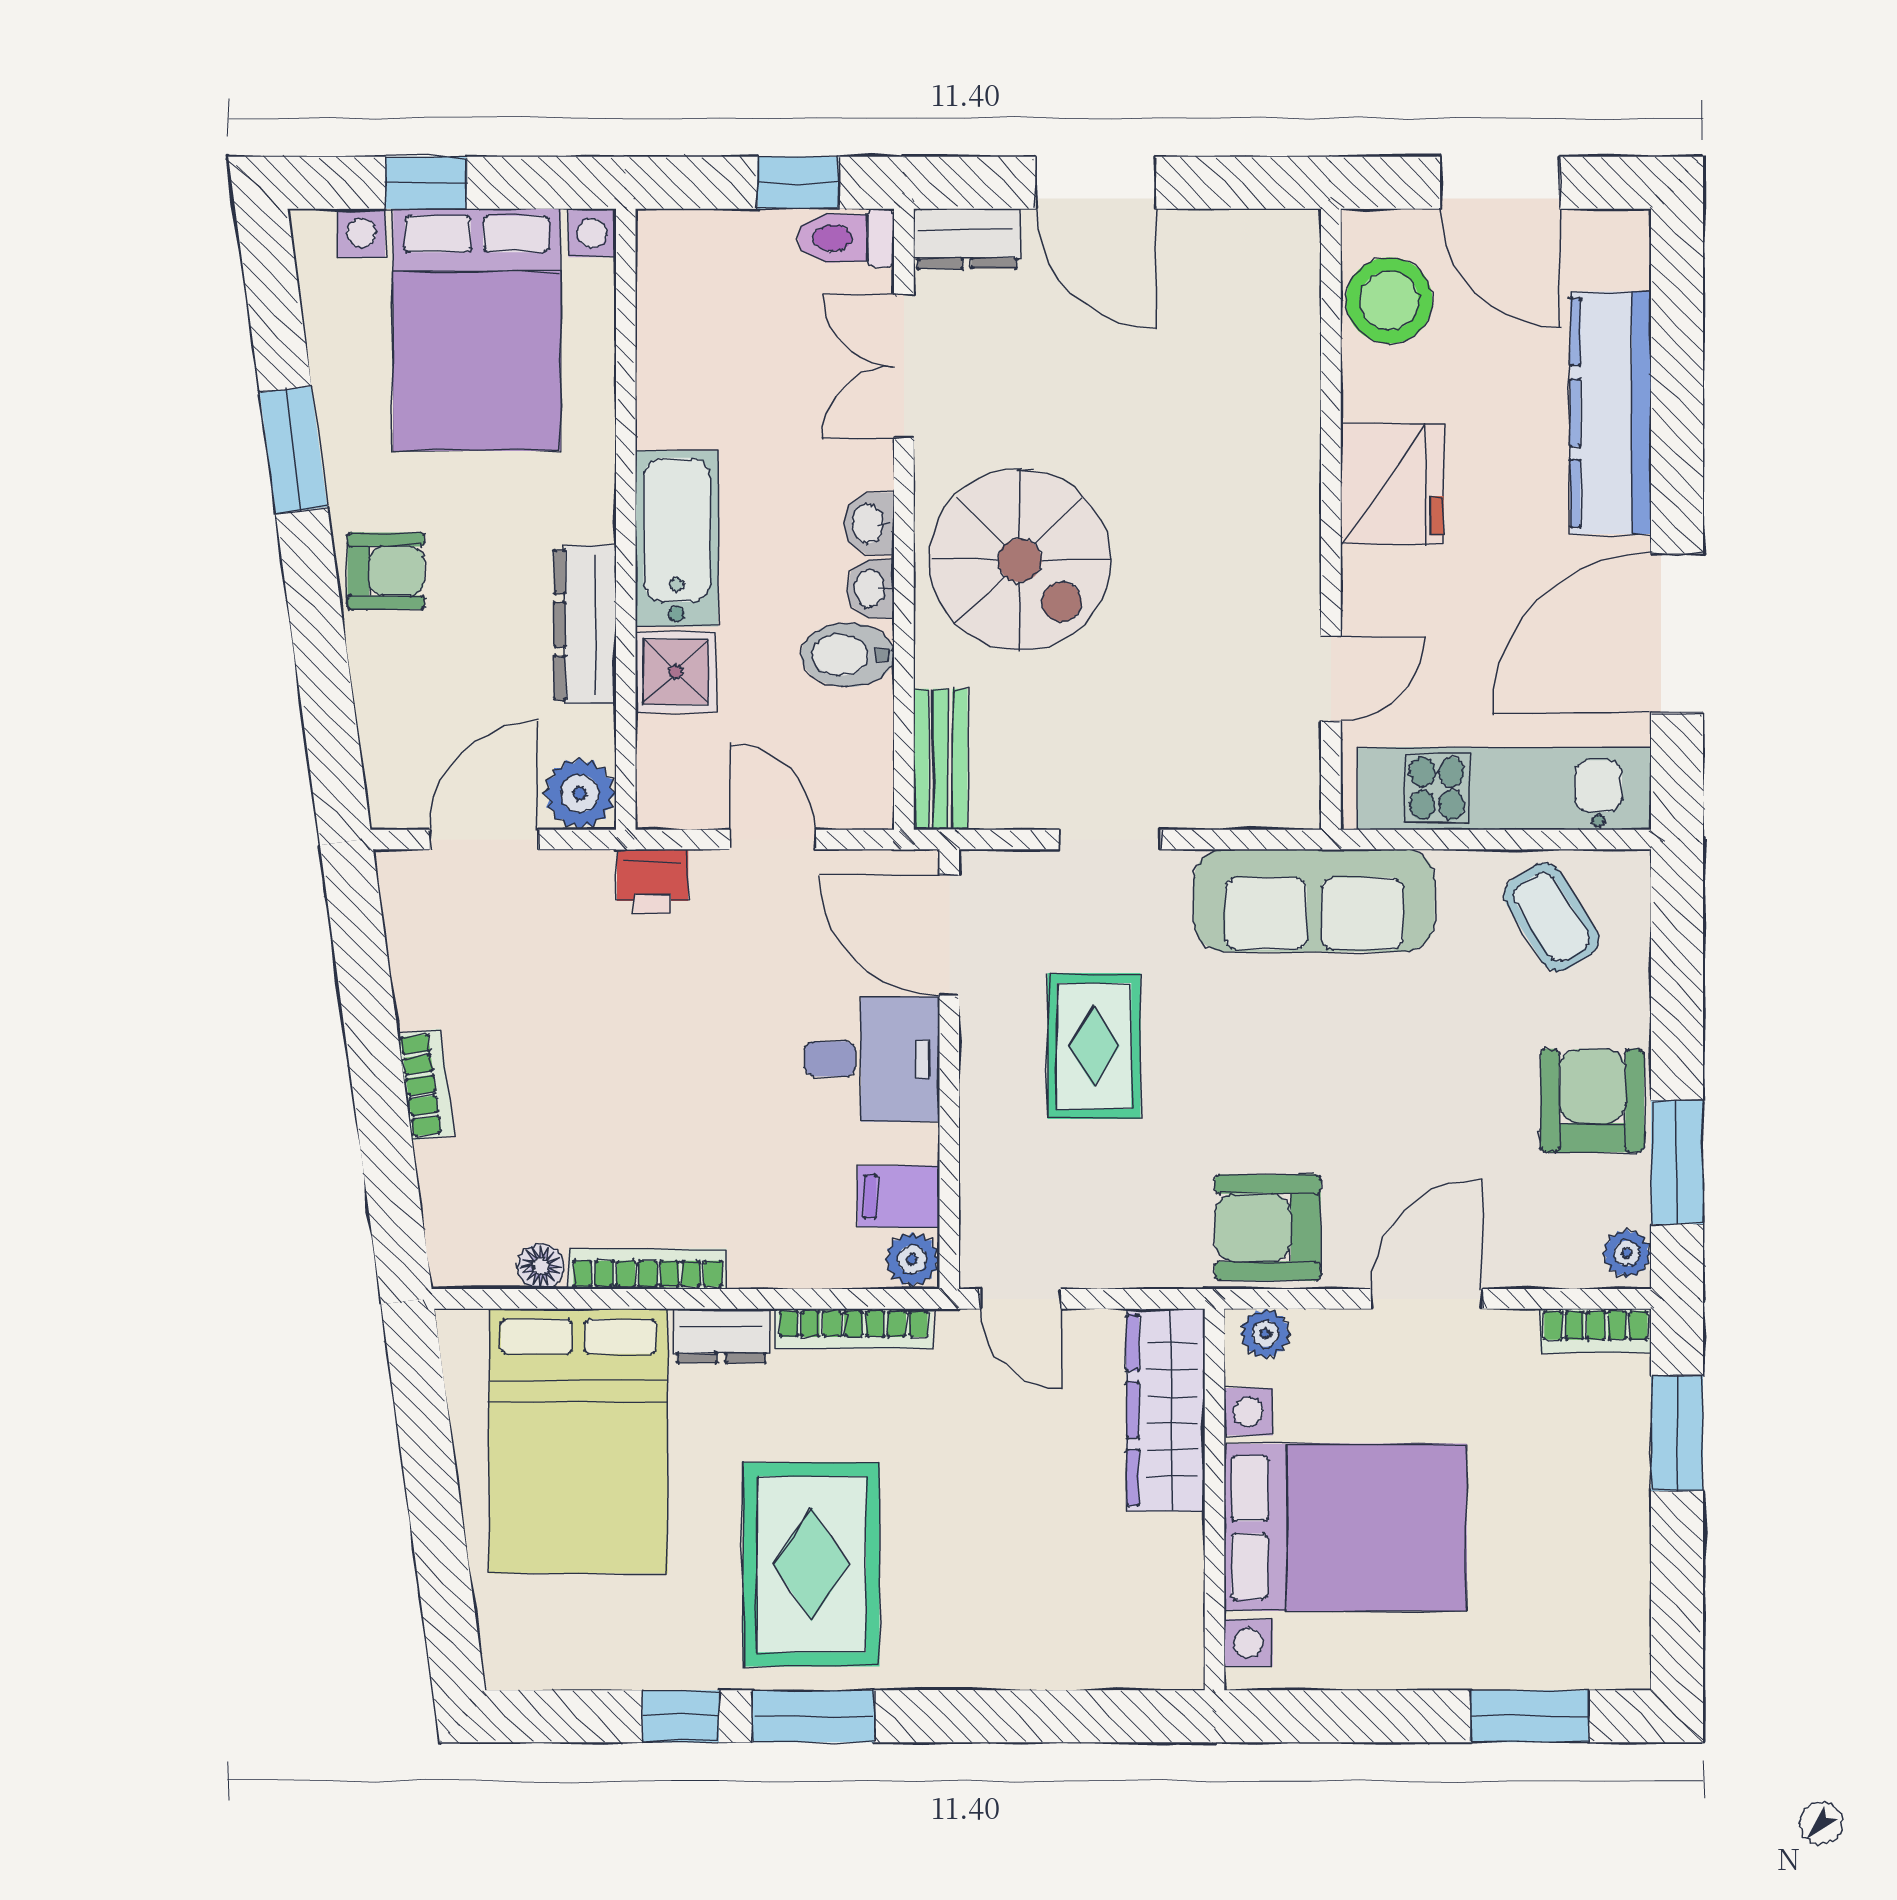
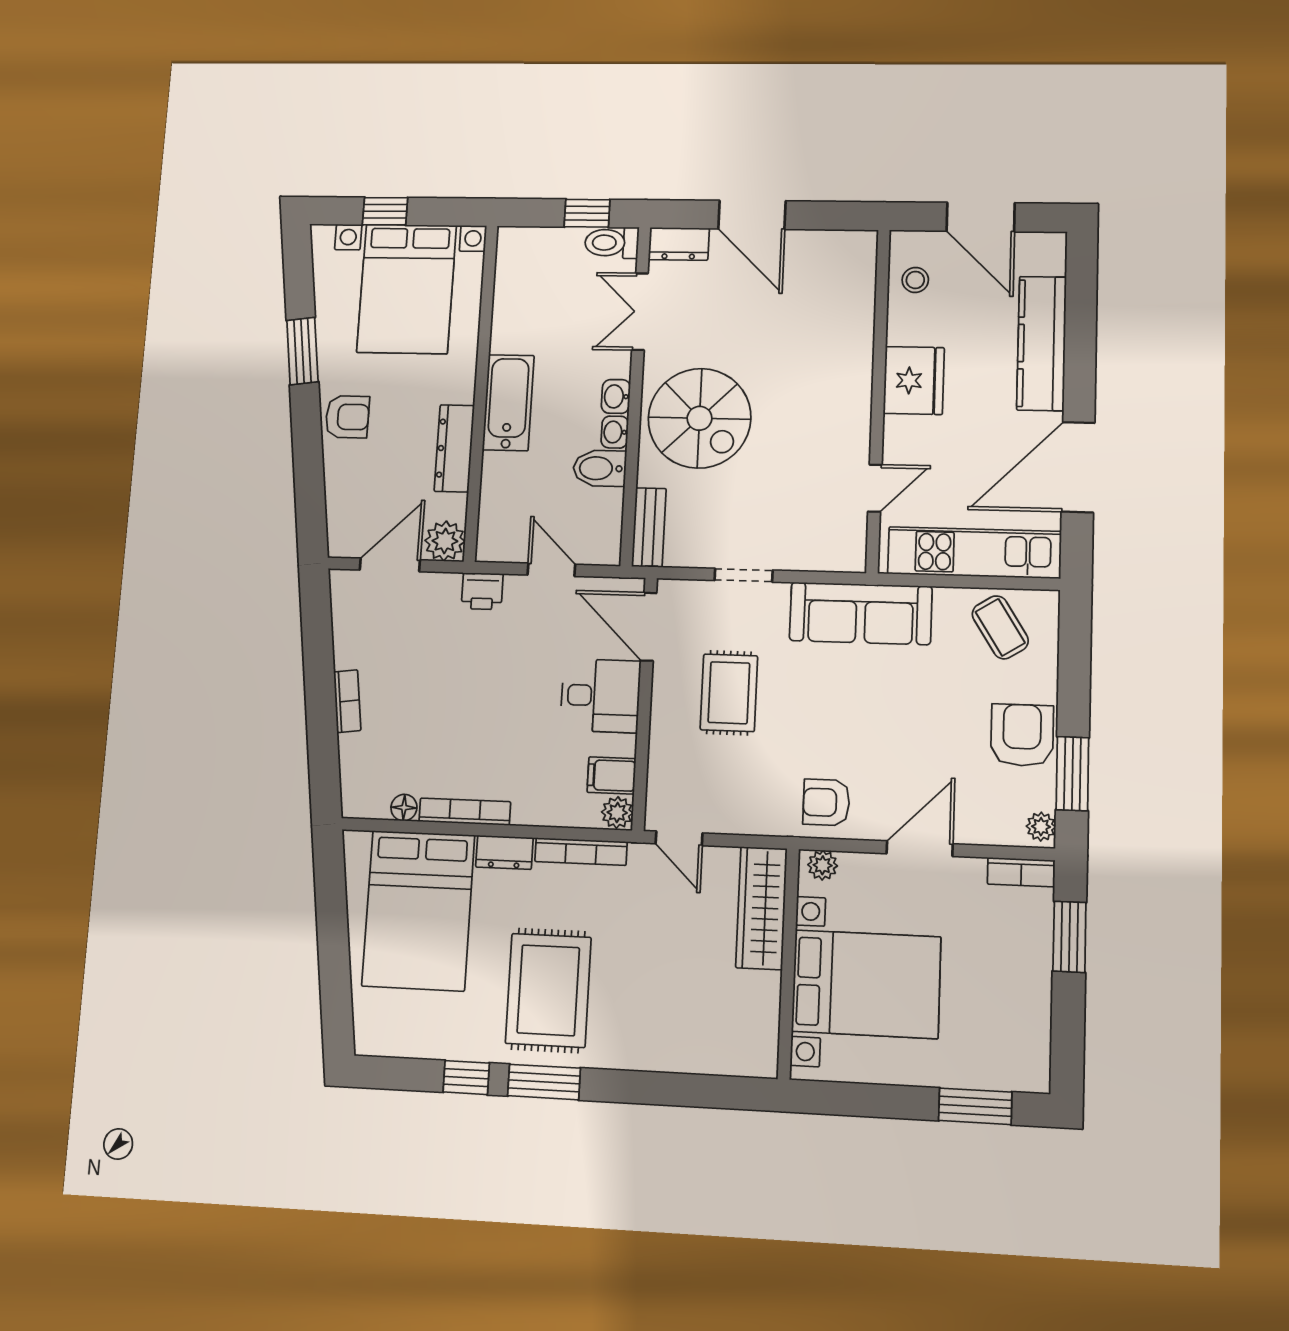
stool: (1389, 301) -> (915, 280), width x0.53, depth x0.53
shower: (676, 672) -> (503, 475), removed
armchair: (1268, 1228) -> (826, 802), width x0.72, depth x0.72

